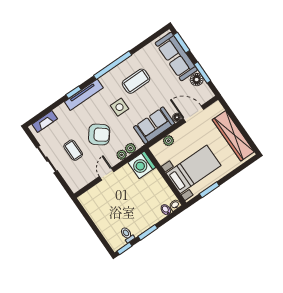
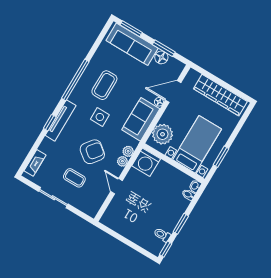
plant: (168, 141) -> (163, 134), width x1.88, depth x1.88

